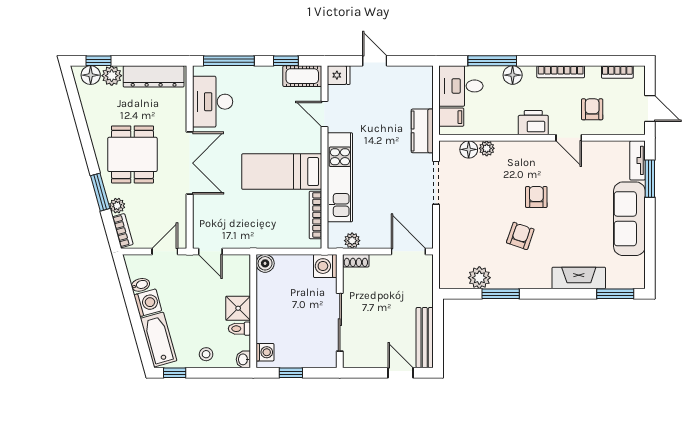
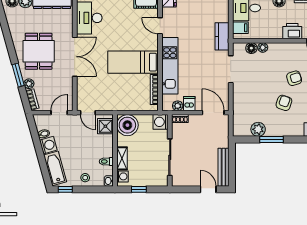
armchair: (536, 197) -> (294, 78), turned 73
dishwasher: (371, 237) -> (189, 104), added
boiler: (265, 263) -> (127, 125), width x1.86, depth x1.86
shower: (238, 308) -> (105, 126), moved
shelving: (264, 324) -> (122, 158), added

